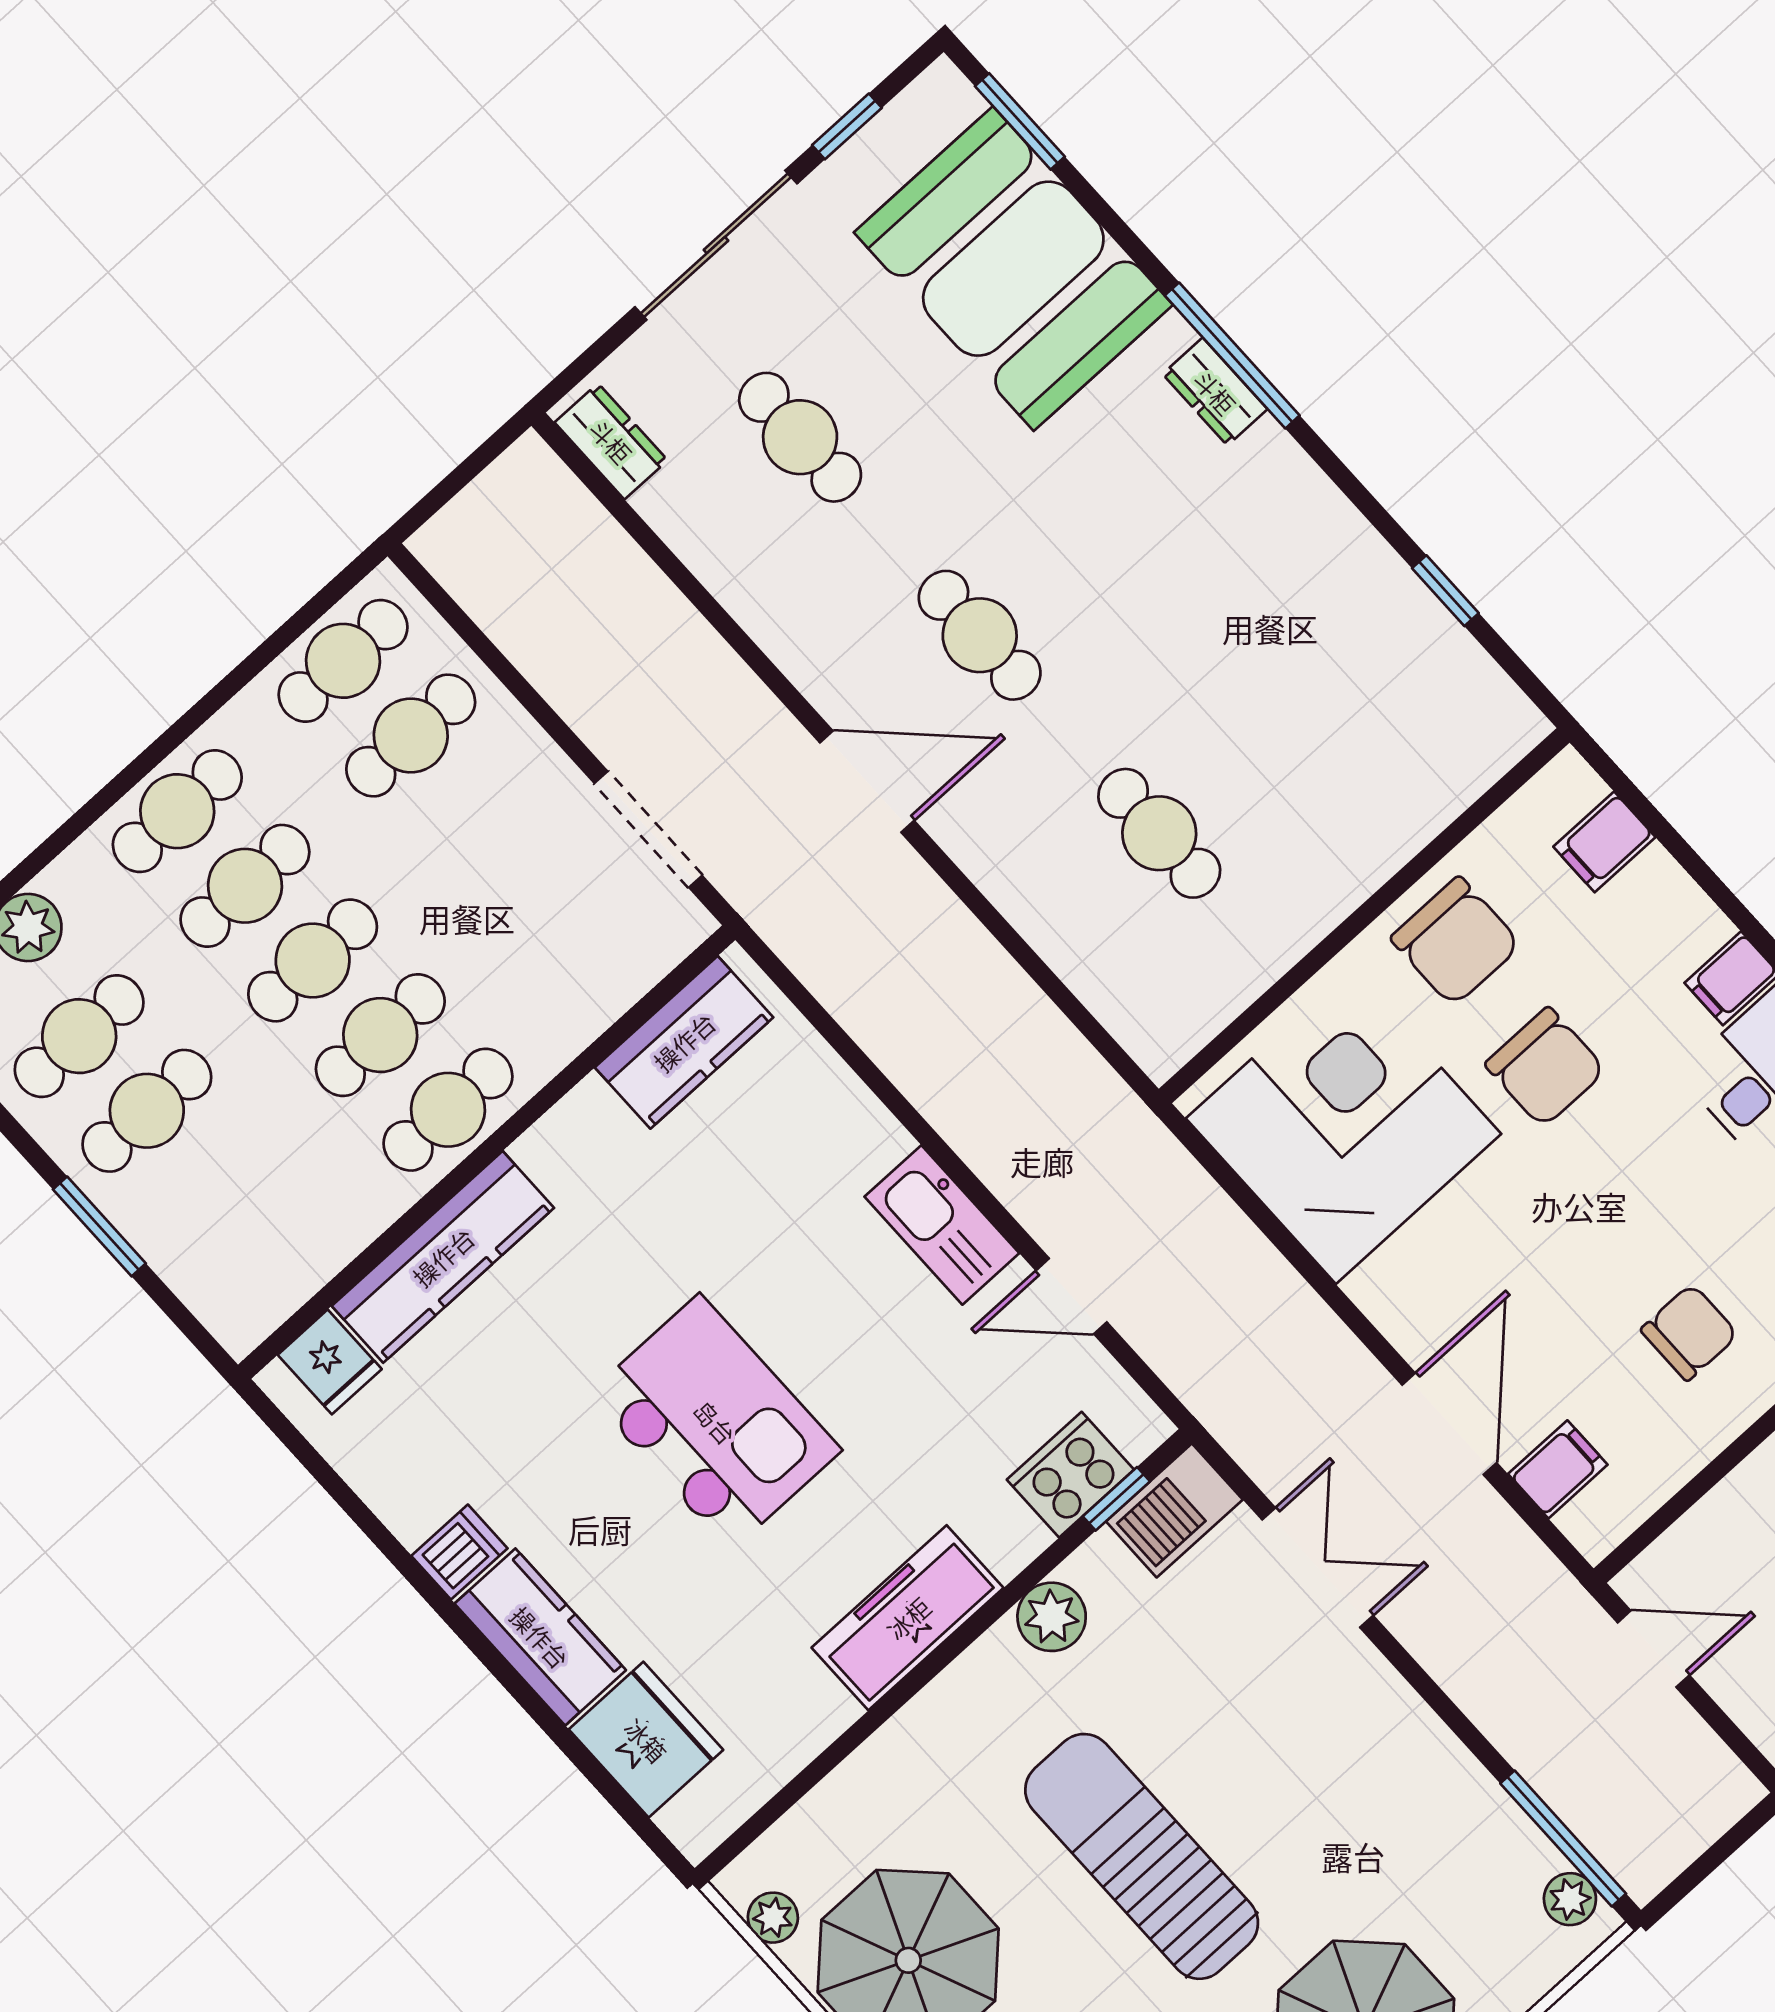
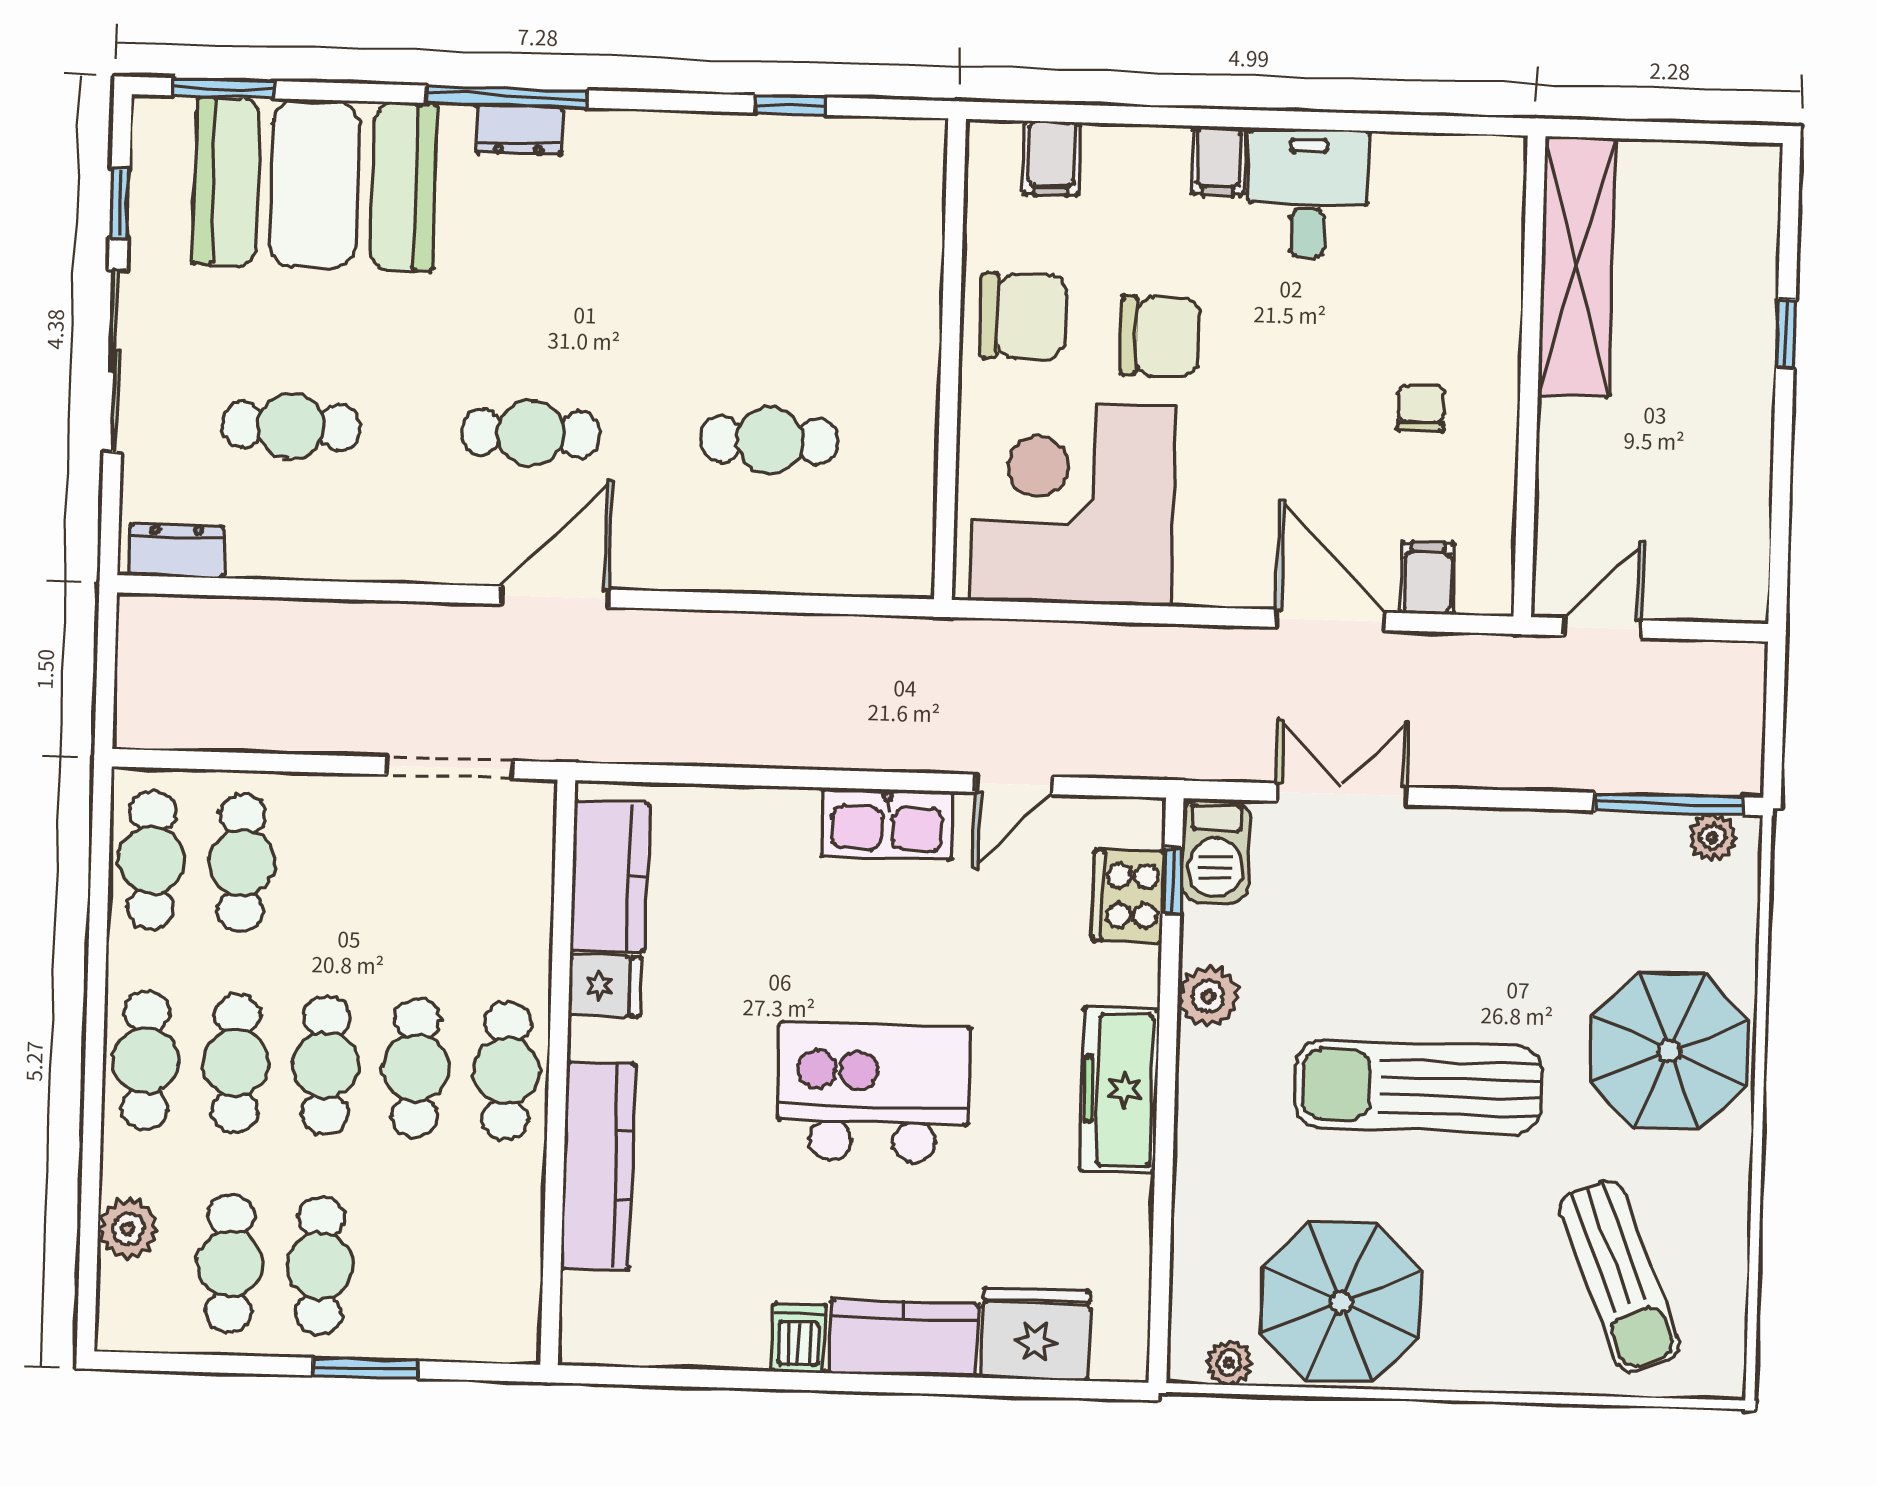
chair: (1689, 1332) -> (1421, 408), width x0.73, depth x0.73
fridge: (330, 1362) -> (605, 986), moved

